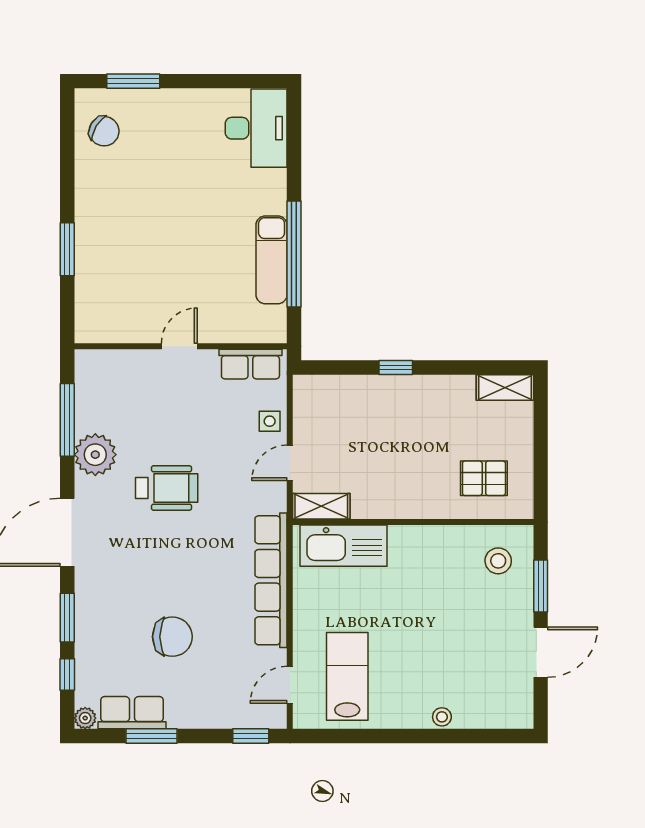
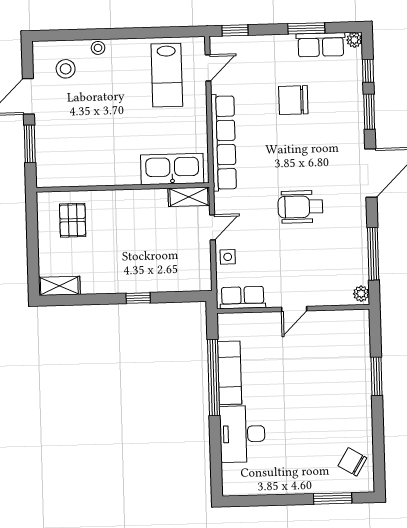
desk: (256, 128) -> (242, 434), moved
plant: (95, 455) -> (361, 294), moved, width x0.53, depth x0.53
pallet: (484, 478) -> (73, 220), turned 90
stool: (498, 561) -> (66, 69), moved

